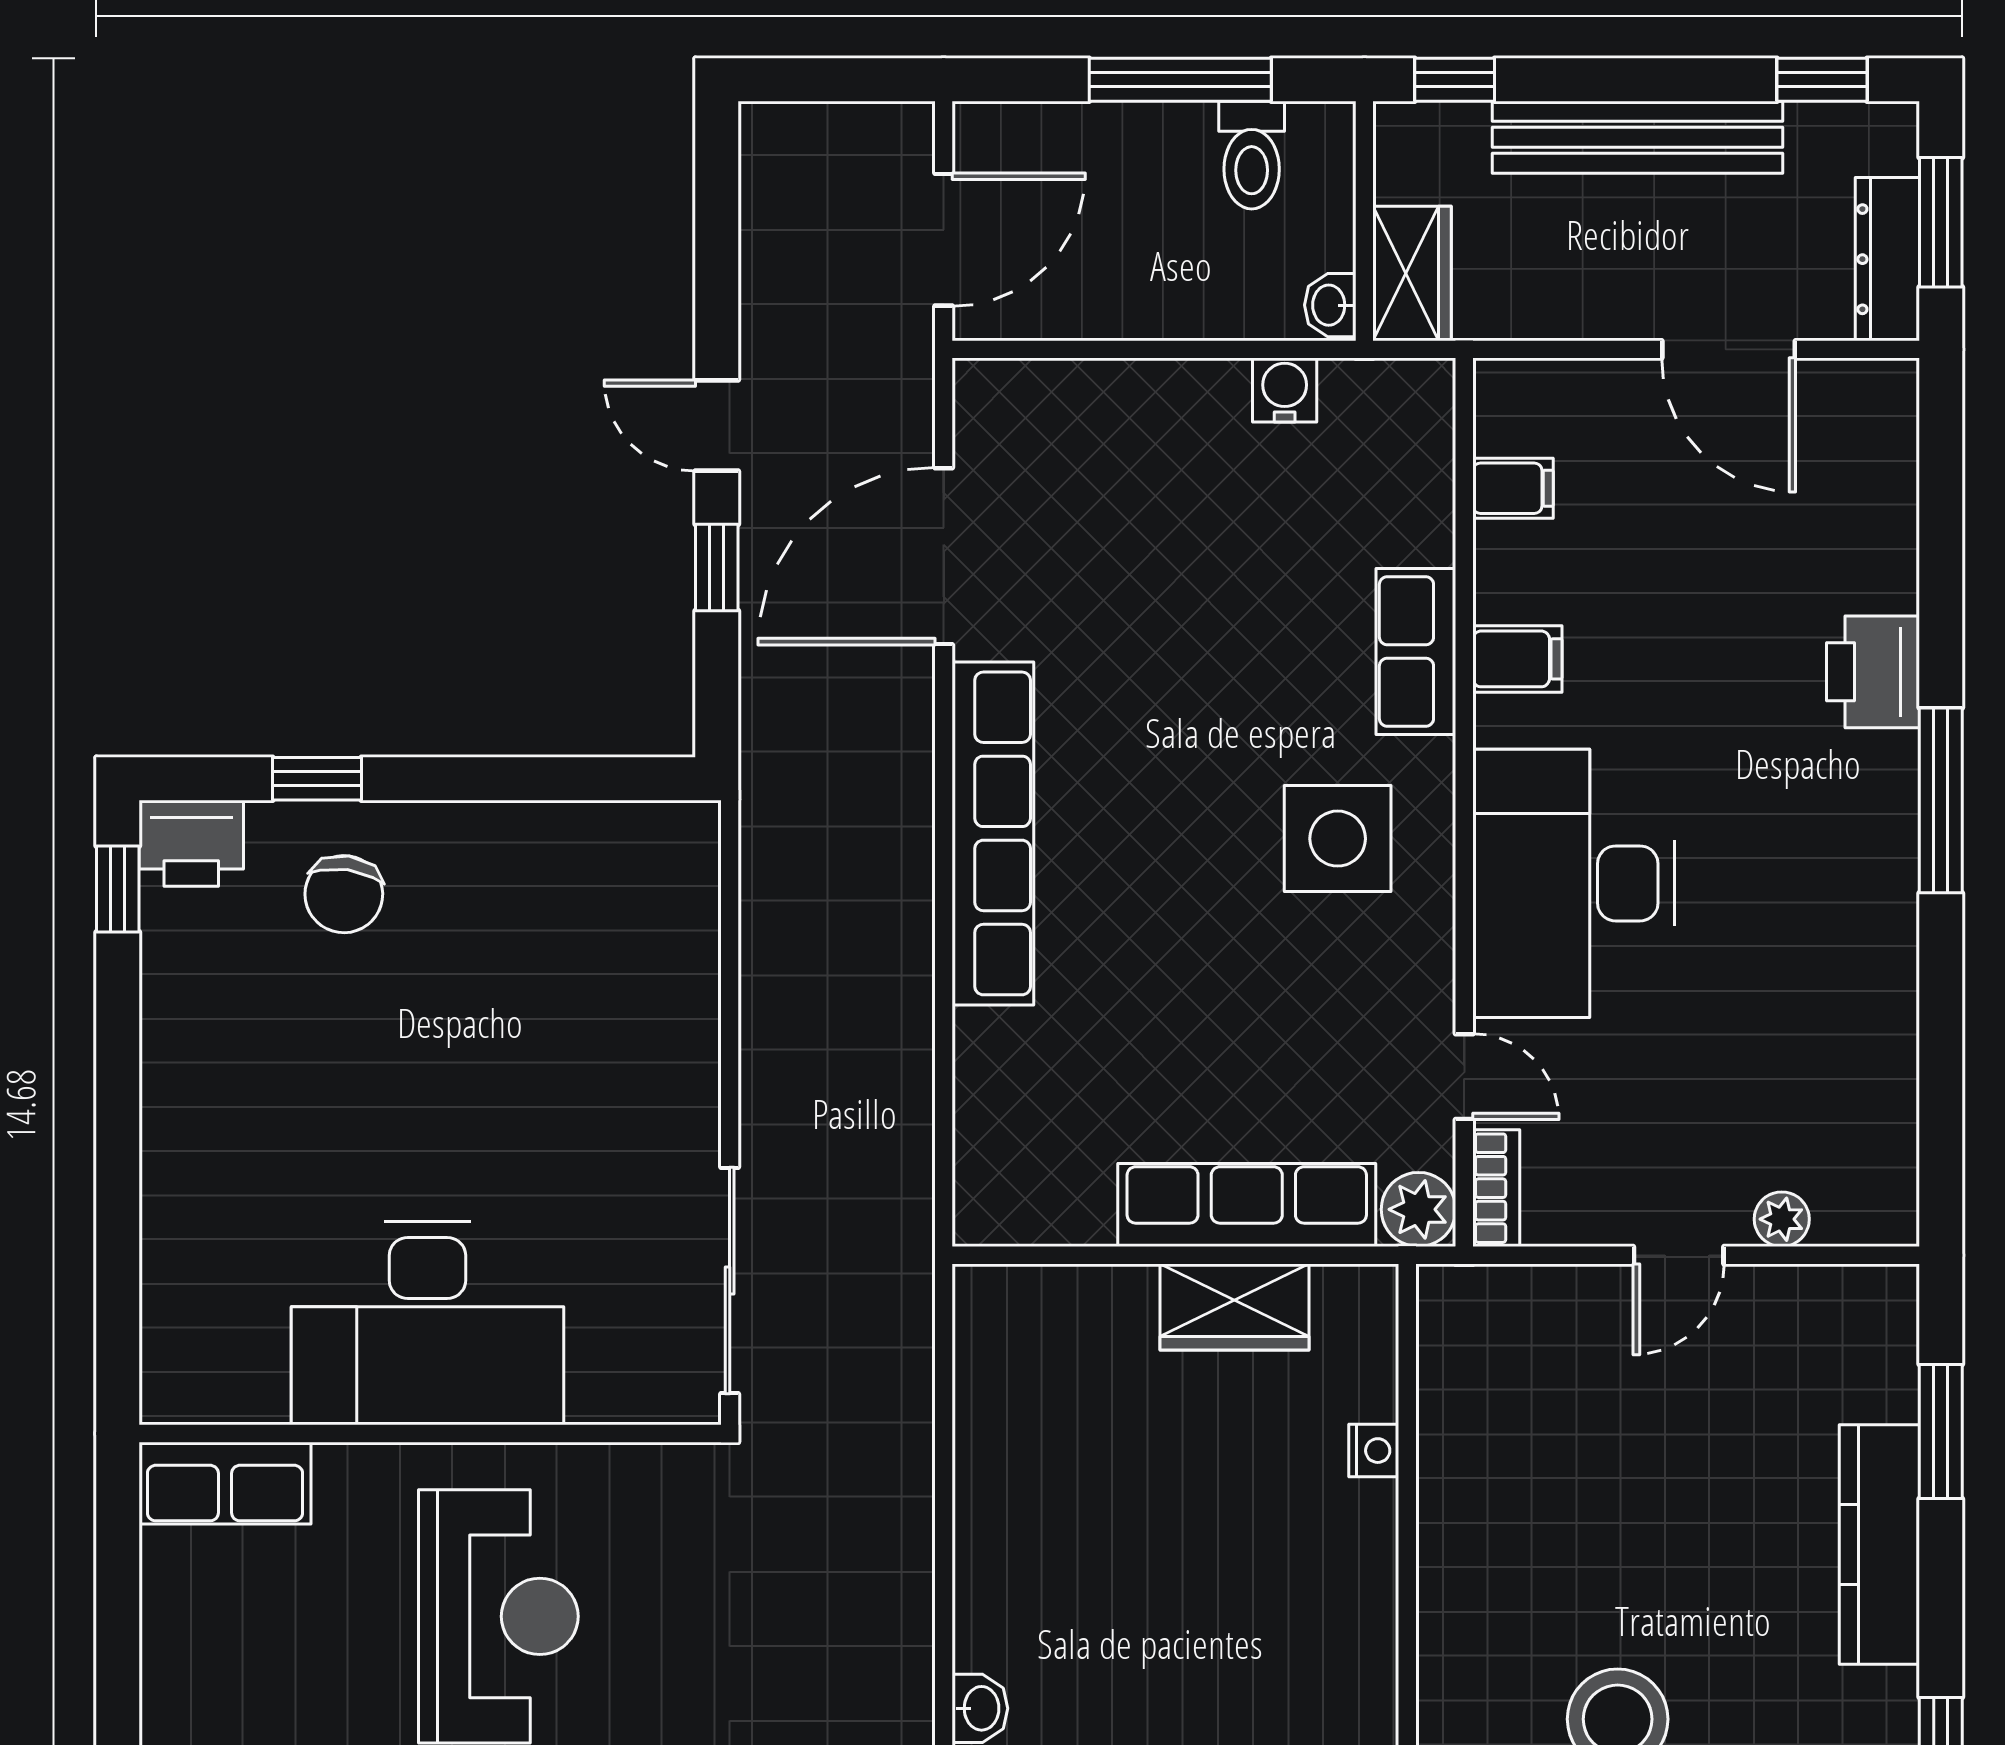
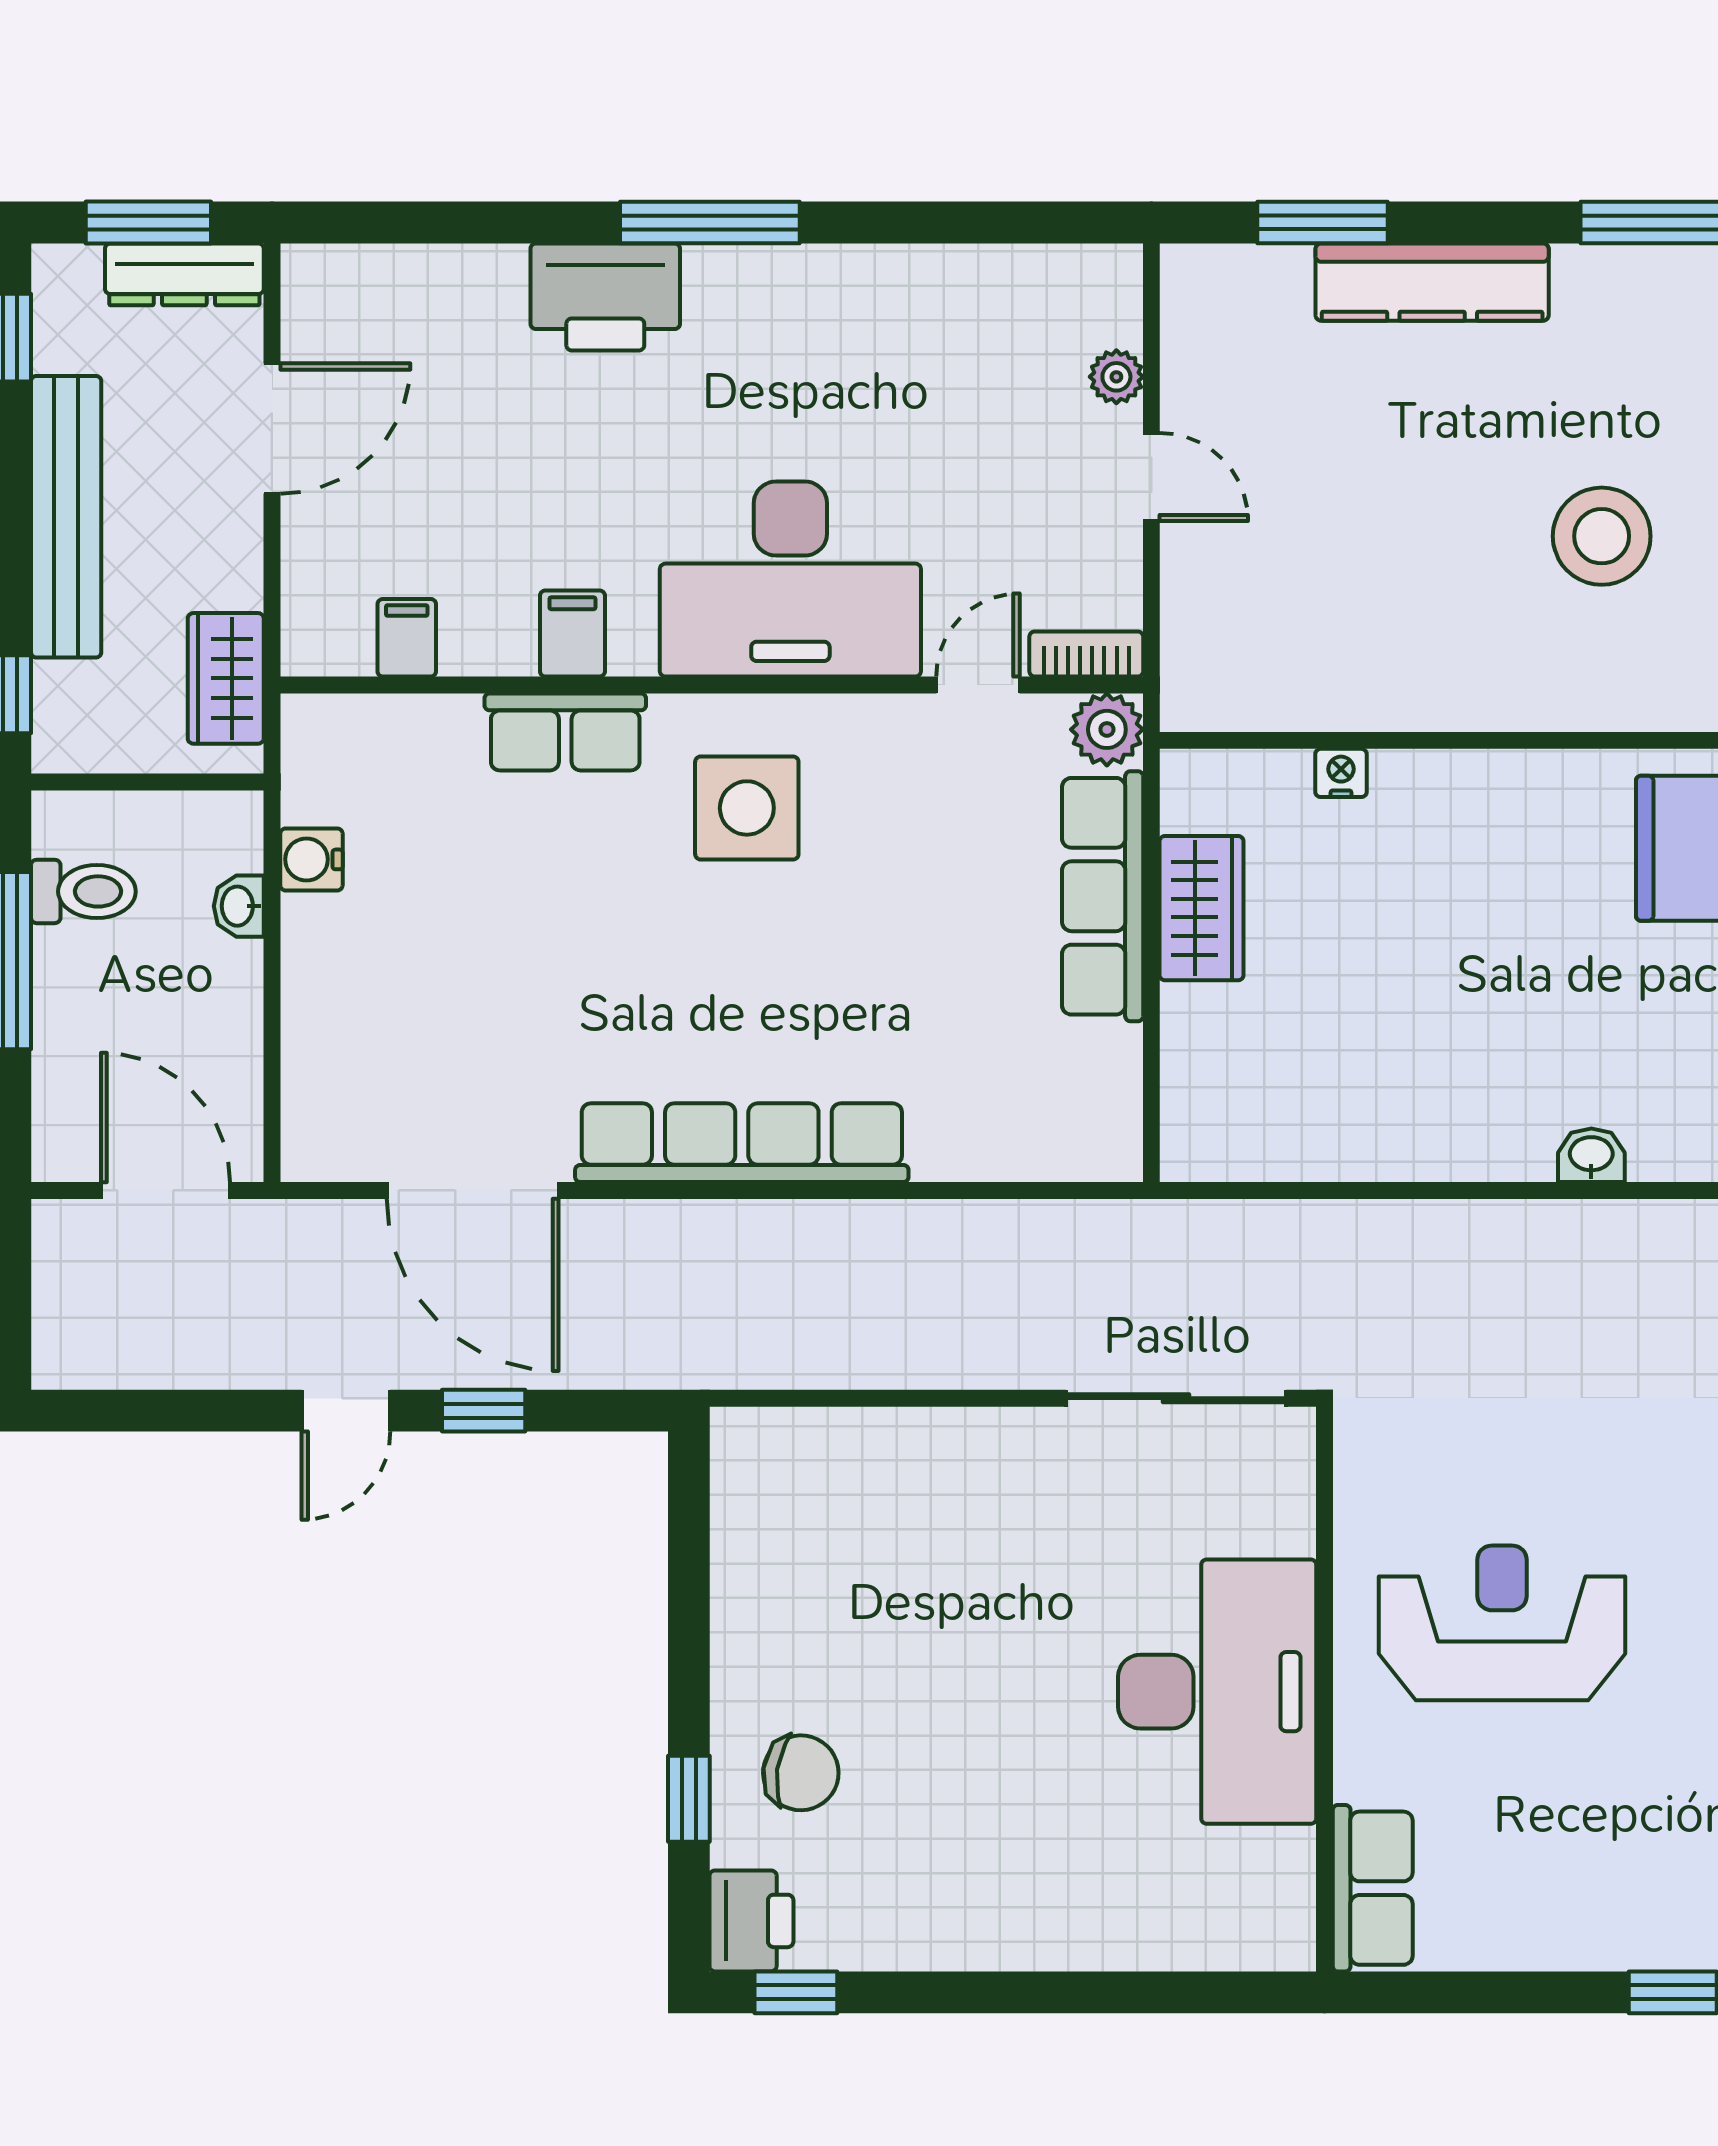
wardrobe: (1412, 273) -> (226, 678), moved, turned -90
washbasin: (1330, 305) -> (239, 906), moved, turned 90
printer: (1873, 672) -> (605, 297), width x1.37, depth x1.19

